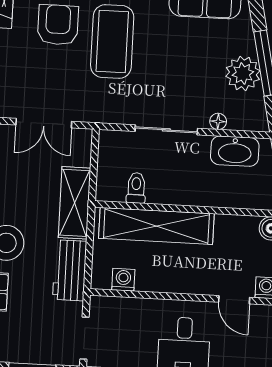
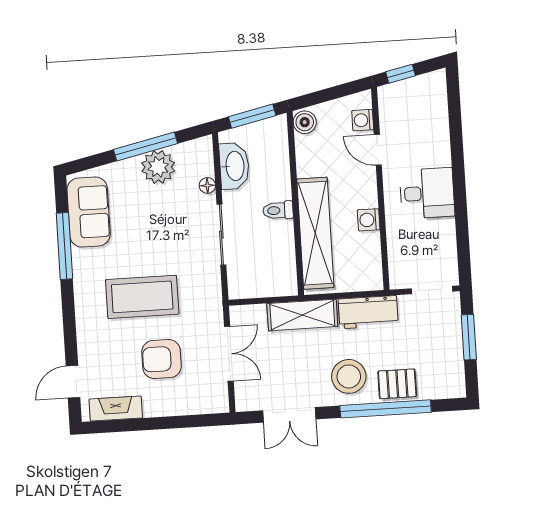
armchair: (58, 25) -> (161, 359), moved
toilet: (136, 188) -> (278, 210), moved
washing machine: (123, 280) -> (369, 220), moved
door: (234, 300) -> (378, 150), swing flipped

